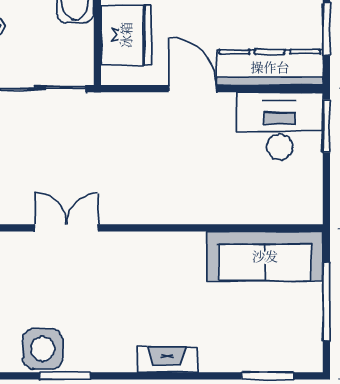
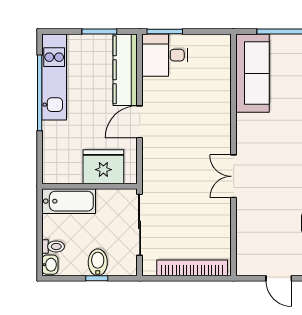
desk: (280, 126) -> (165, 55), width x0.73
double door: (67, 228) -> (234, 176), moved

